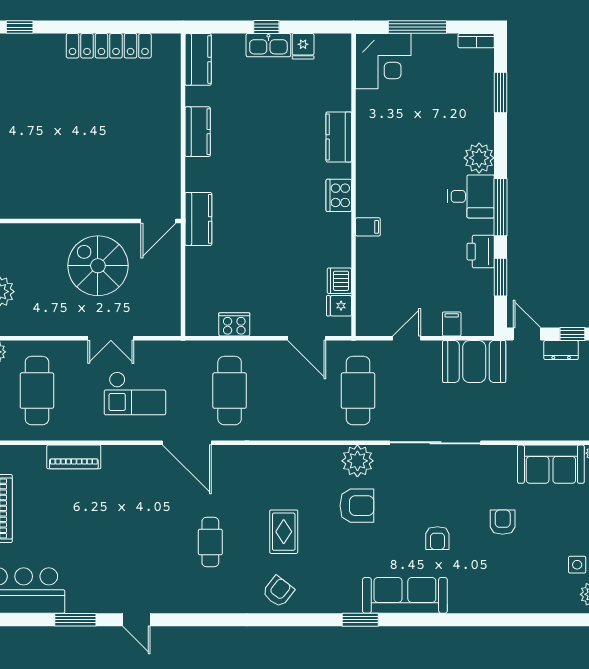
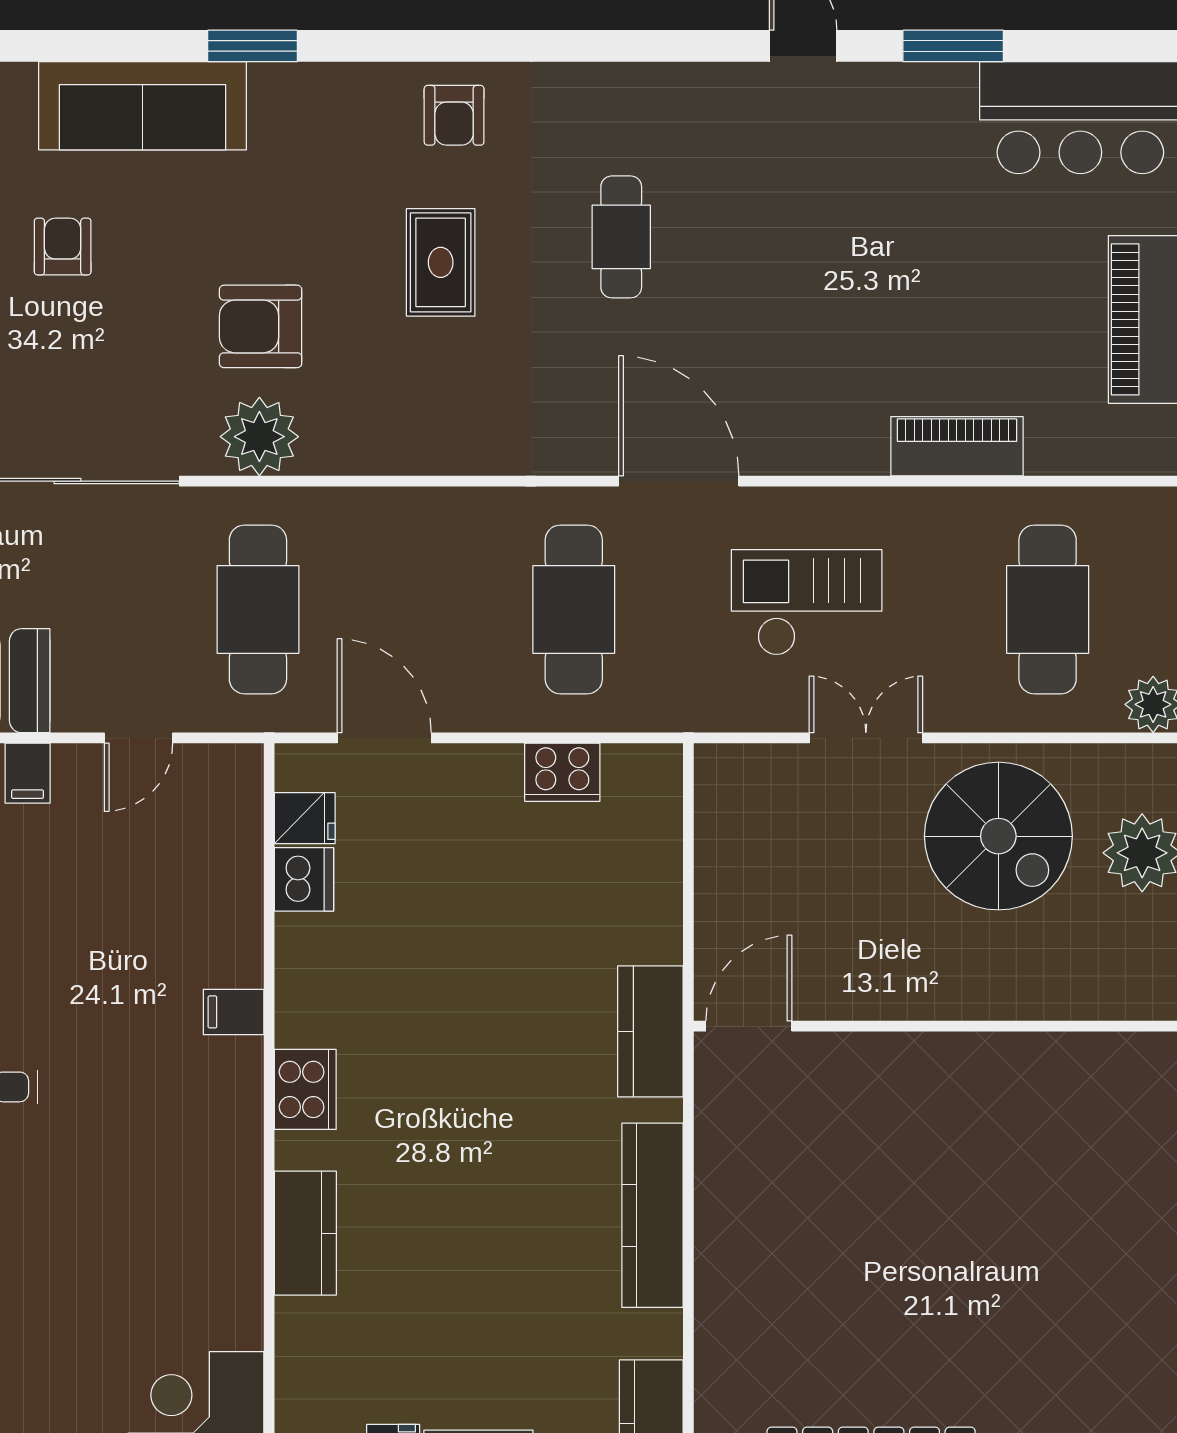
kitchen counter: (198, 132) -> (652, 1215), width x1.50
spiral stairs: (98, 266) -> (998, 836), moved
armchair: (278, 591) -> (454, 115), turned -38

